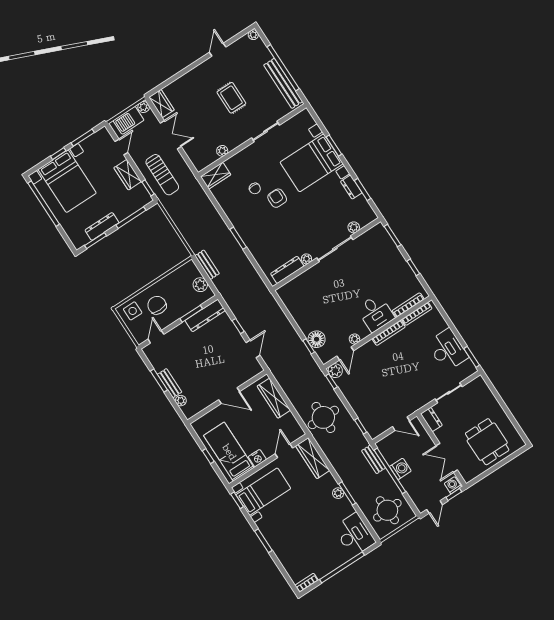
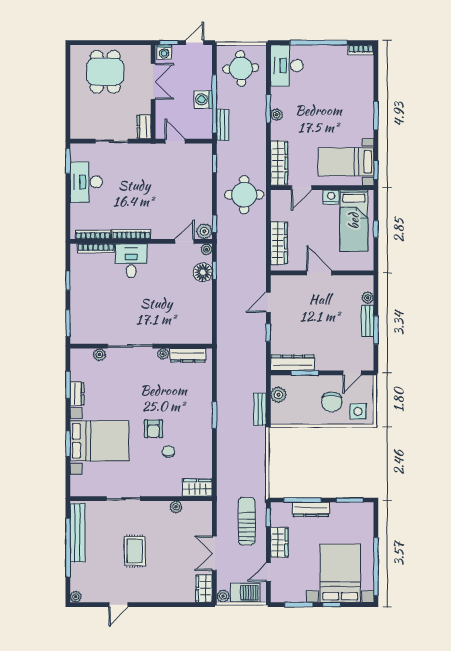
dresser: (102, 226) -> (311, 509), moved
plant: (354, 339) -> (207, 249), moved

